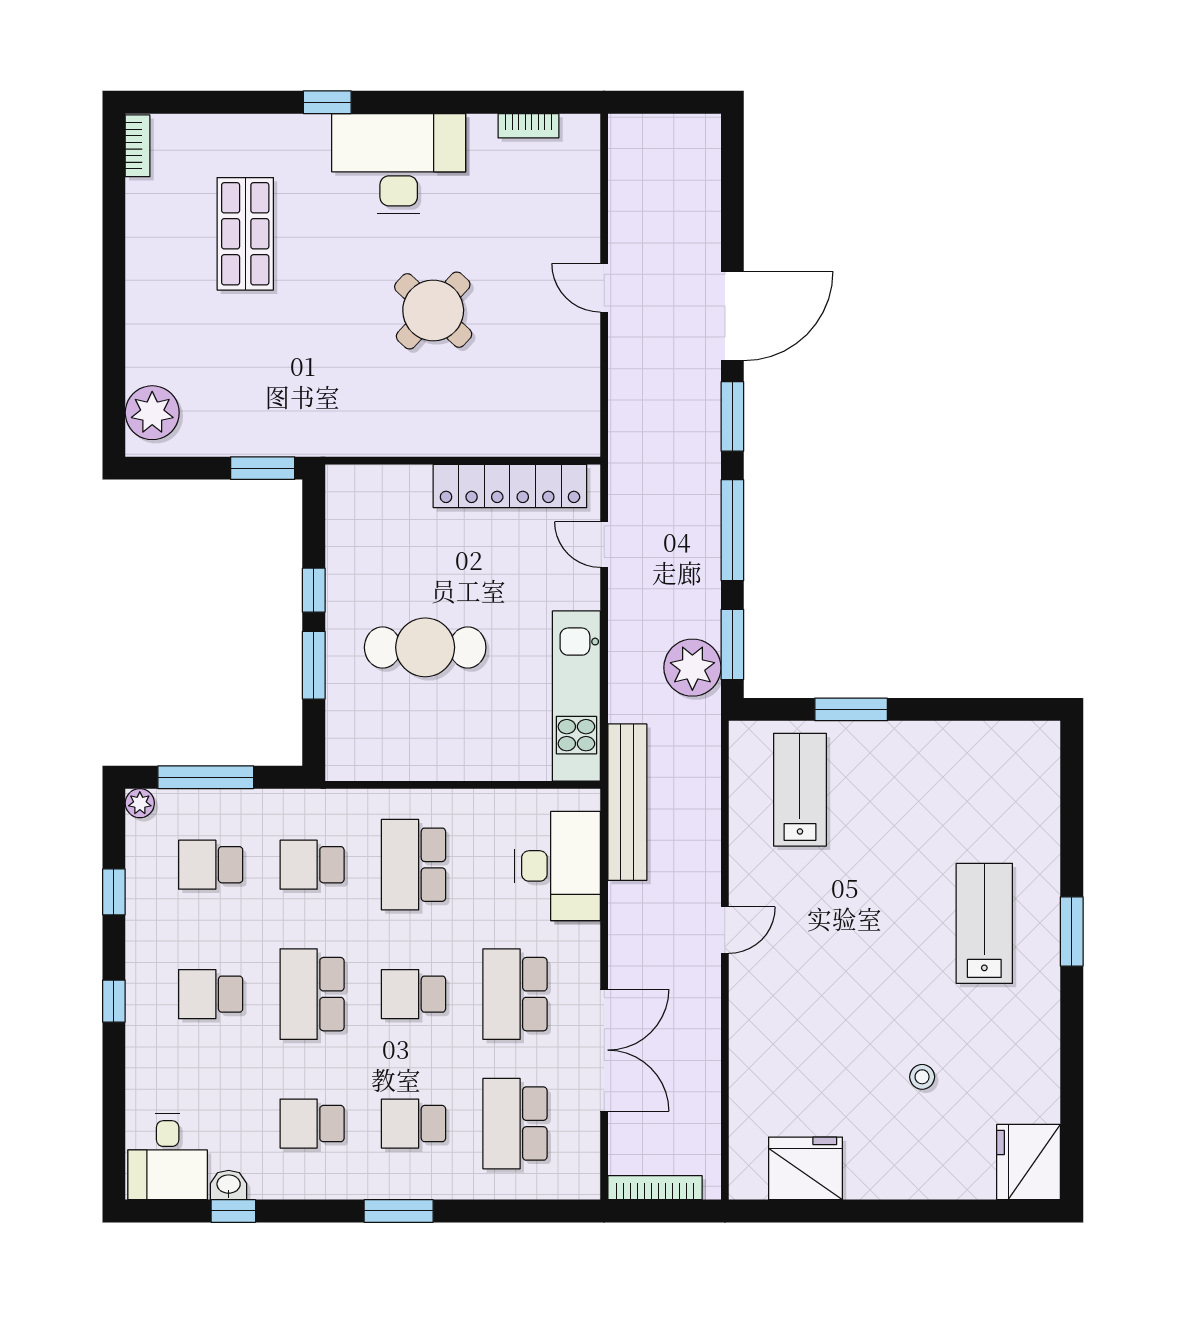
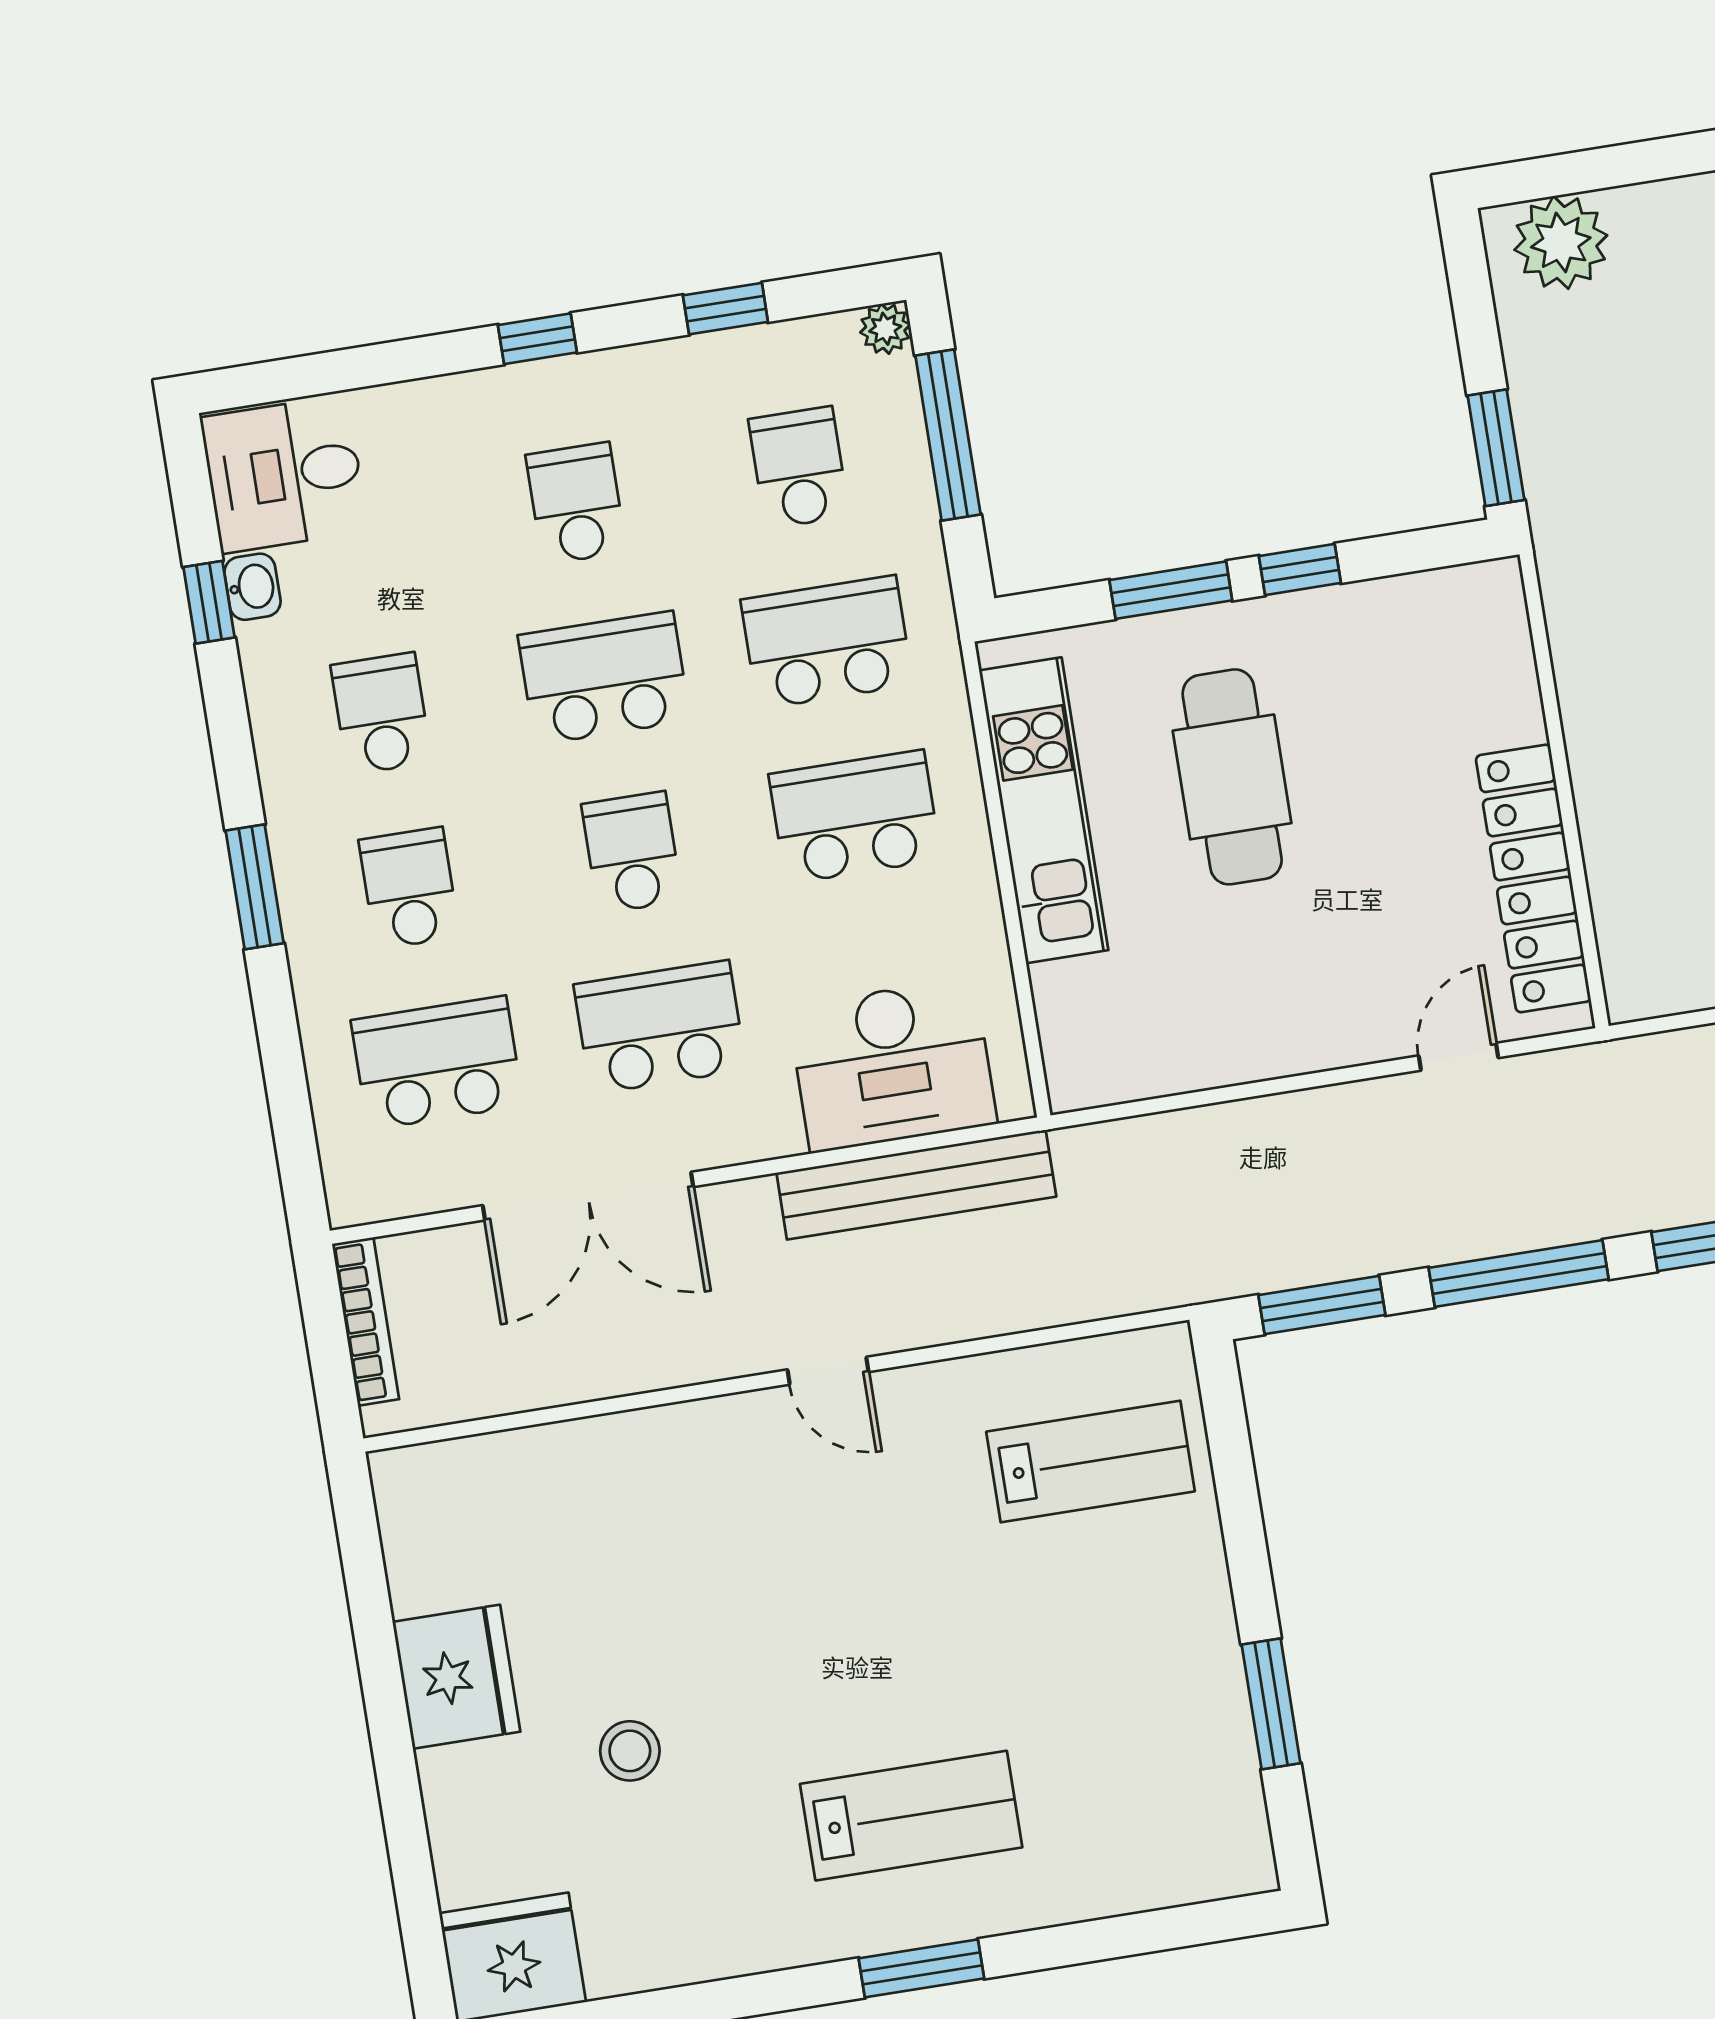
plant: (692, 668) -> (1271, 1243), removed
kitchen unit: (576, 696) -> (1044, 810), moved, turned 90
window: (851, 709) -> (1271, 1704), moved
bench: (627, 802) -> (916, 1185), moved
school desk: (312, 865) -> (827, 642), width x1.85
stool: (922, 1077) -> (630, 1751), width x1.37, depth x1.37
fridge: (806, 1168) -> (456, 1677), moved

